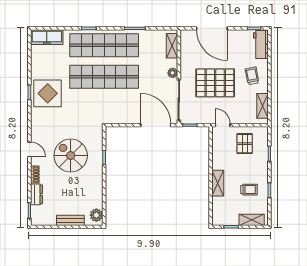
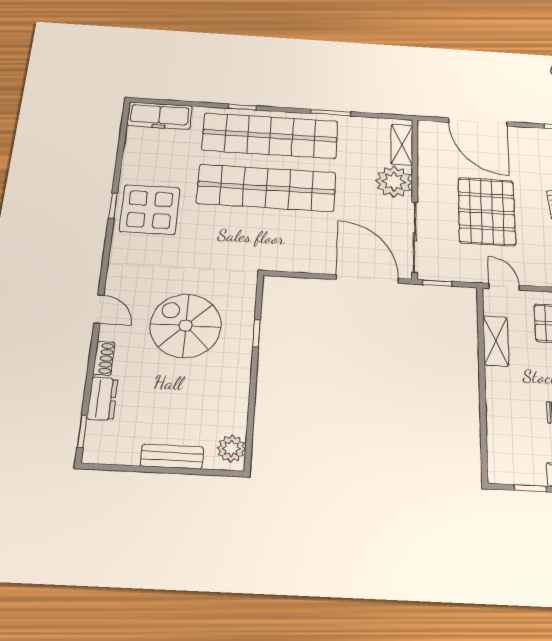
plant: (173, 73) -> (394, 182), width x1.88, depth x1.88
pallet: (215, 83) -> (487, 212), turned 90
shelving: (218, 183) -> (496, 341), moved

